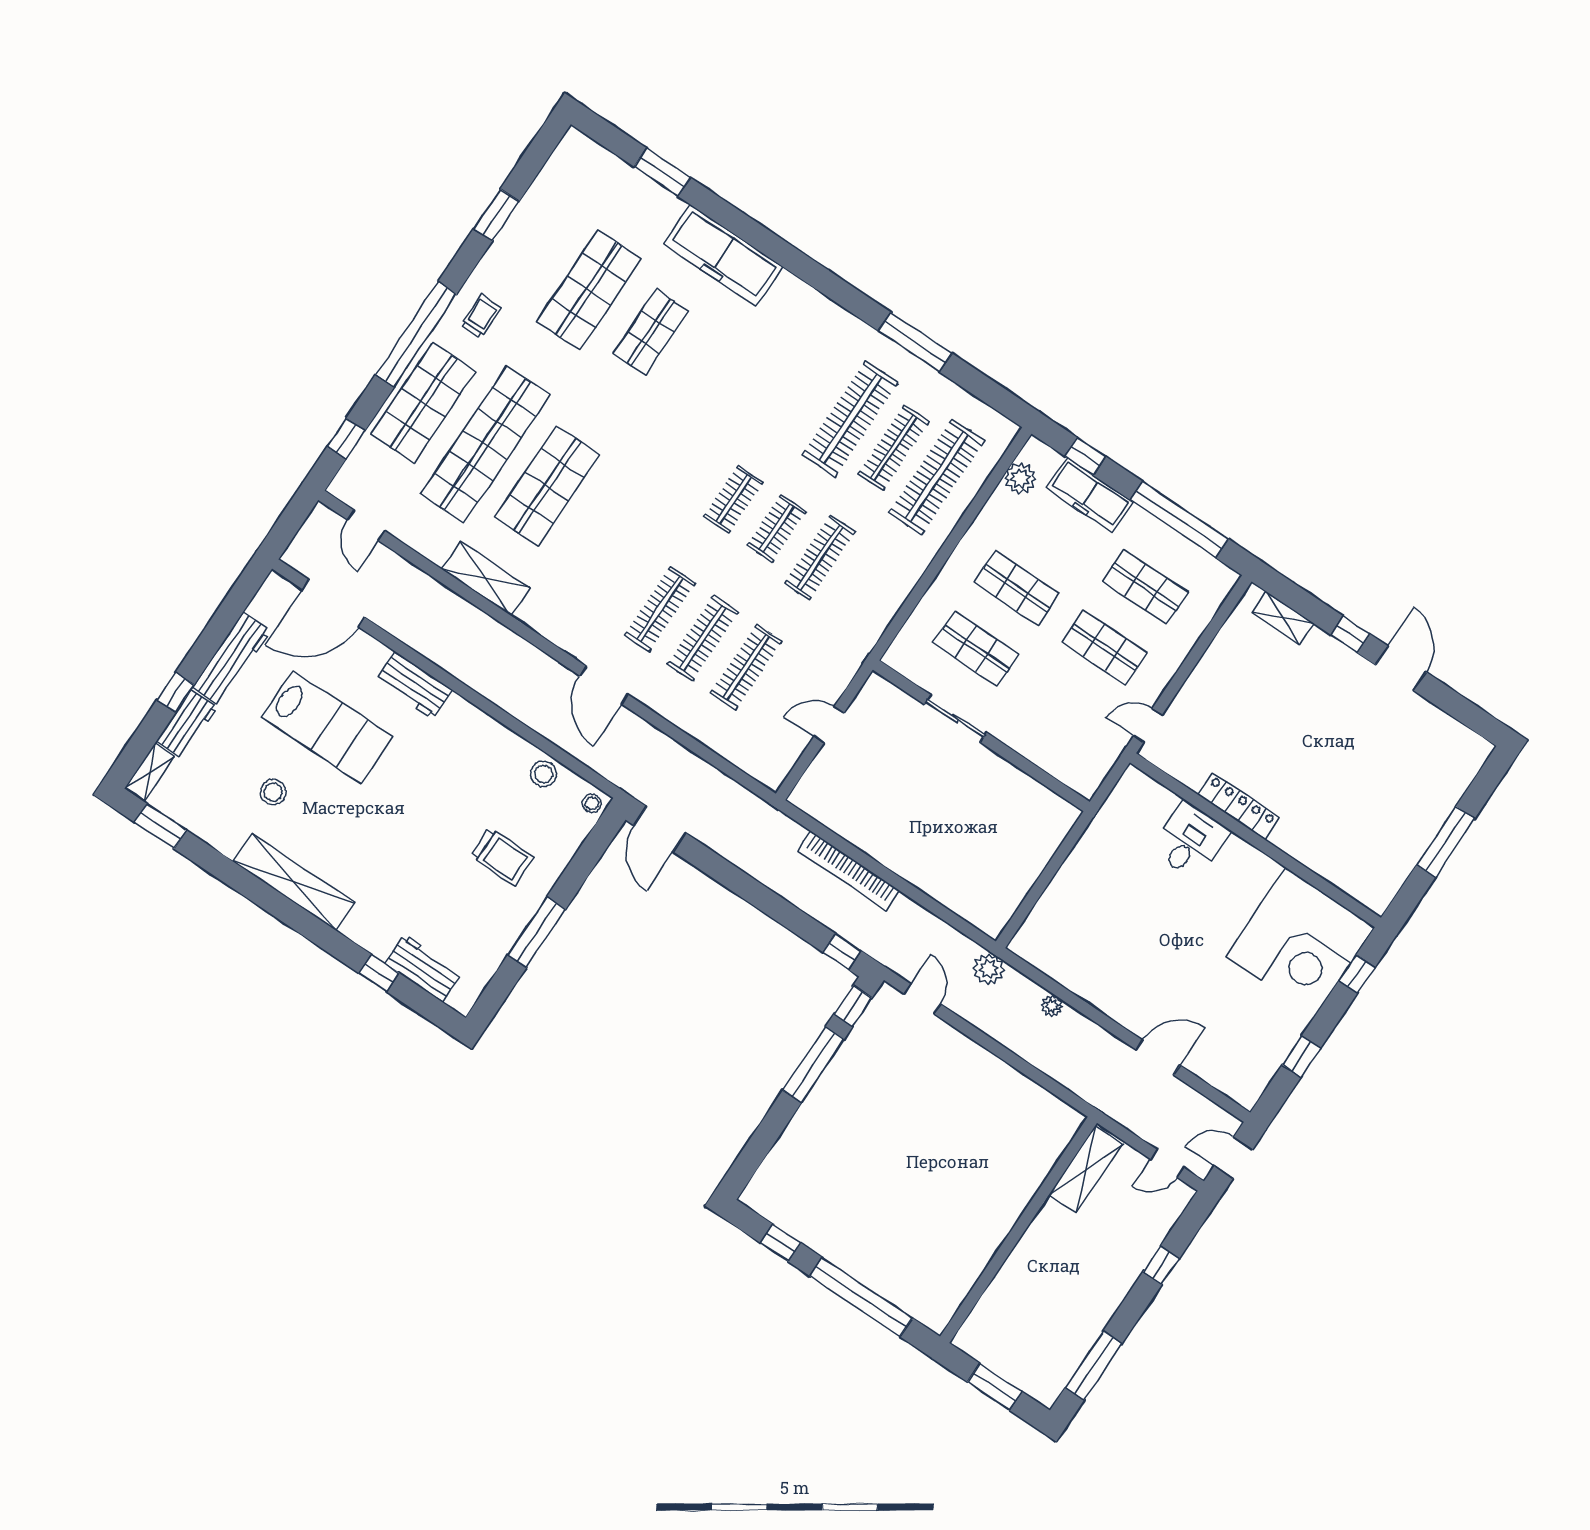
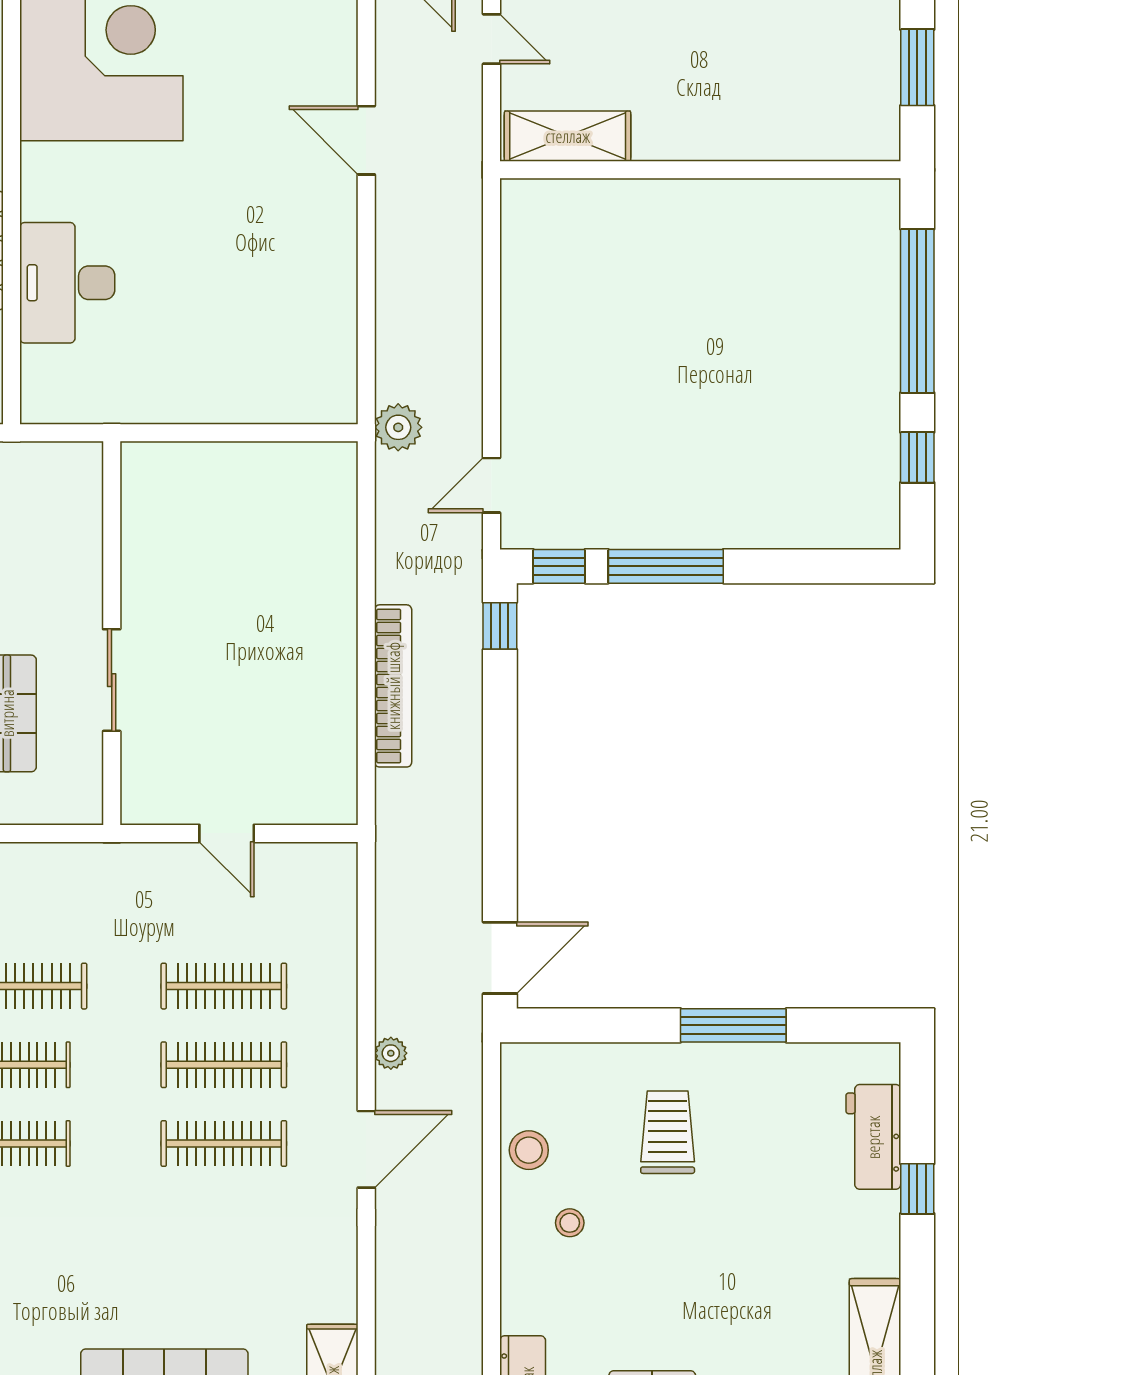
stool: (592, 803) -> (570, 1223), moved
desk: (1190, 841) -> (67, 283), width x1.37
plant: (1052, 1006) -> (391, 1053), moved

